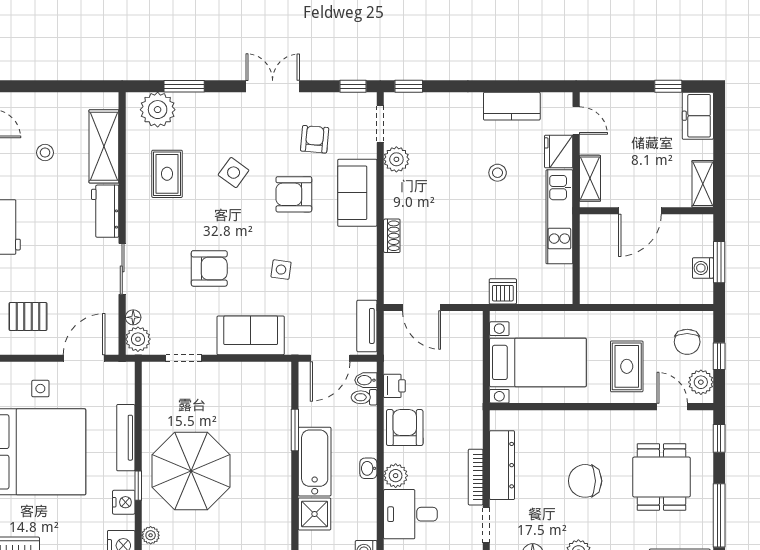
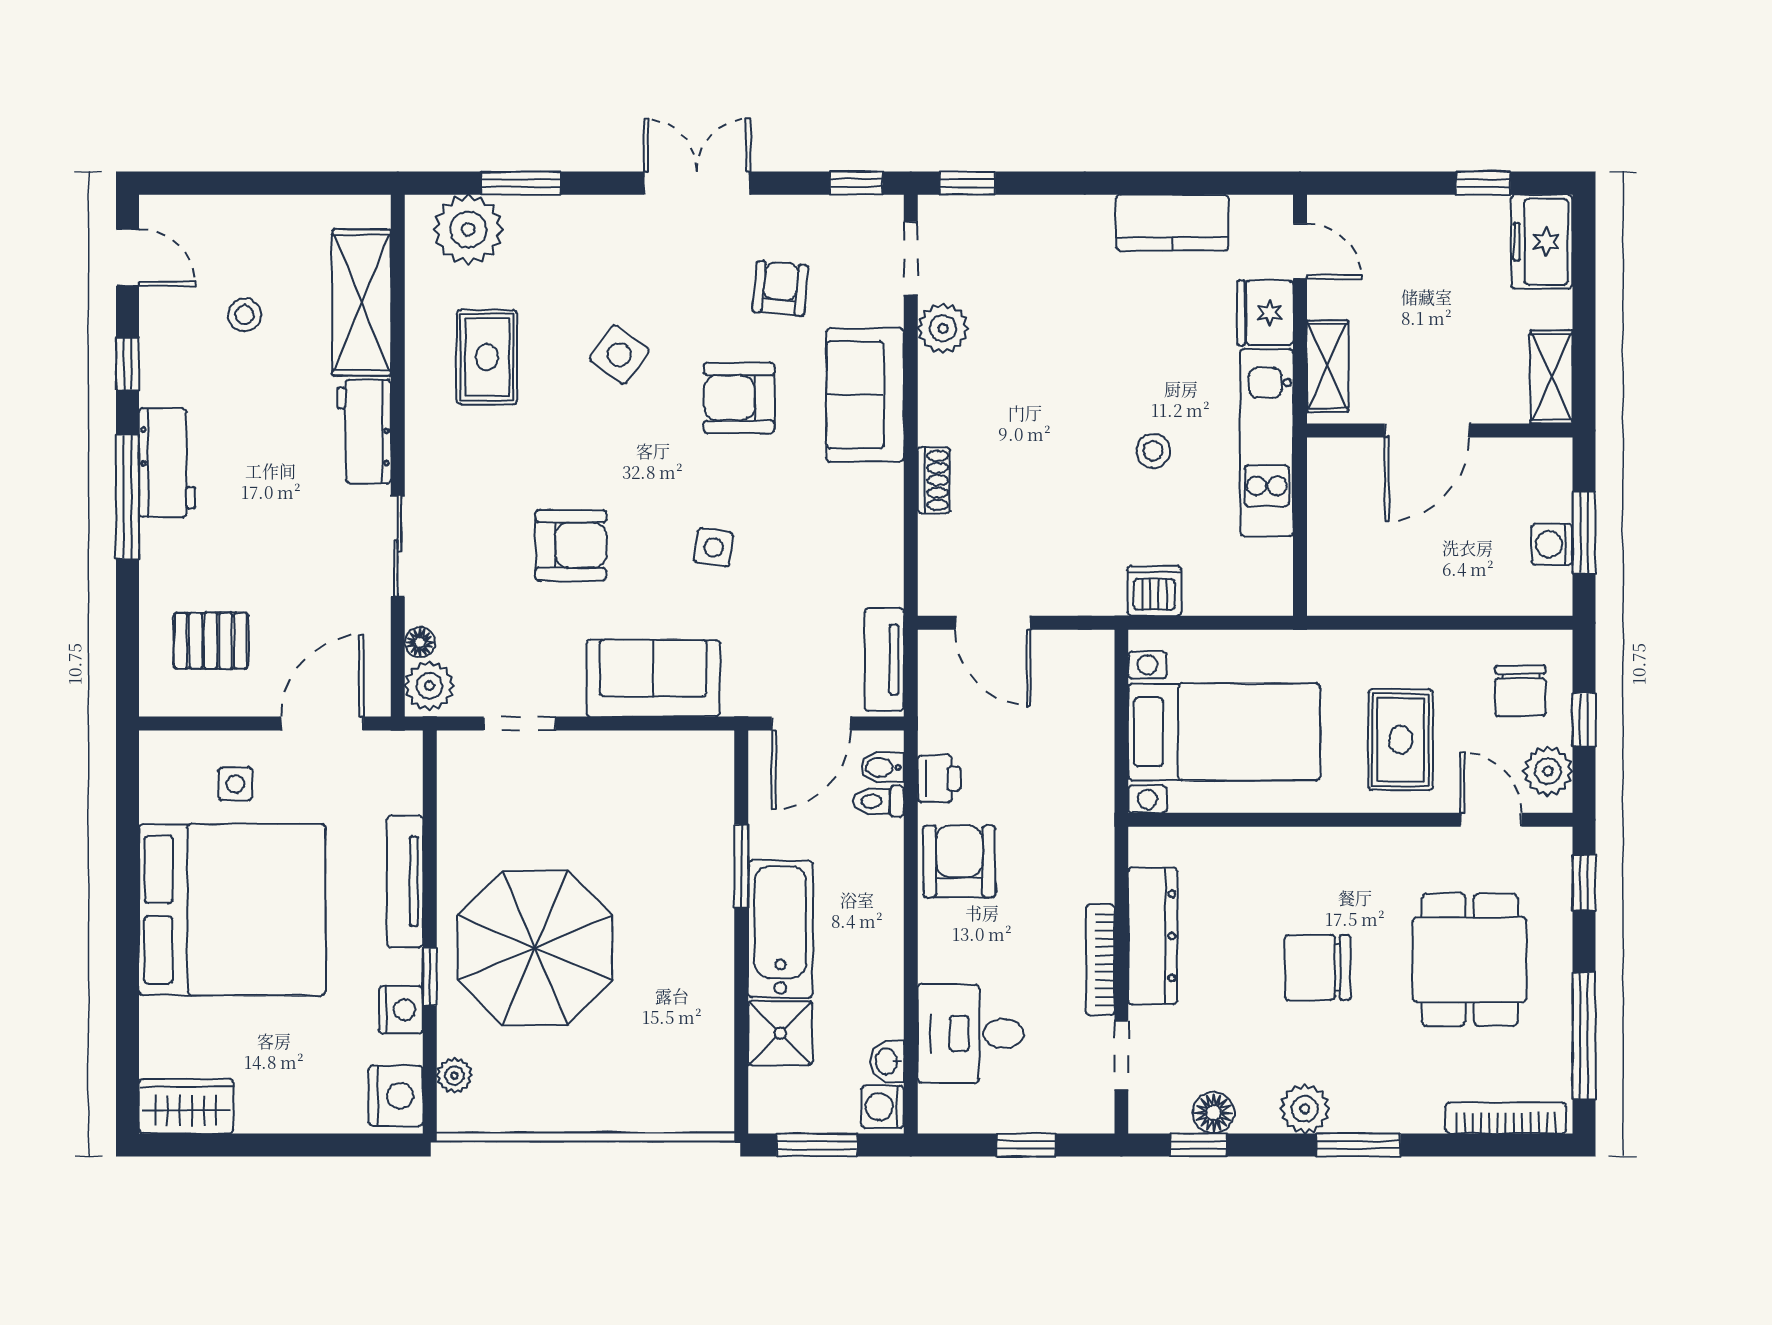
stool: (498, 173) -> (1153, 451), moved
washbasin: (368, 468) -> (887, 1061), moved
plant: (396, 476) -> (941, 957), removed

